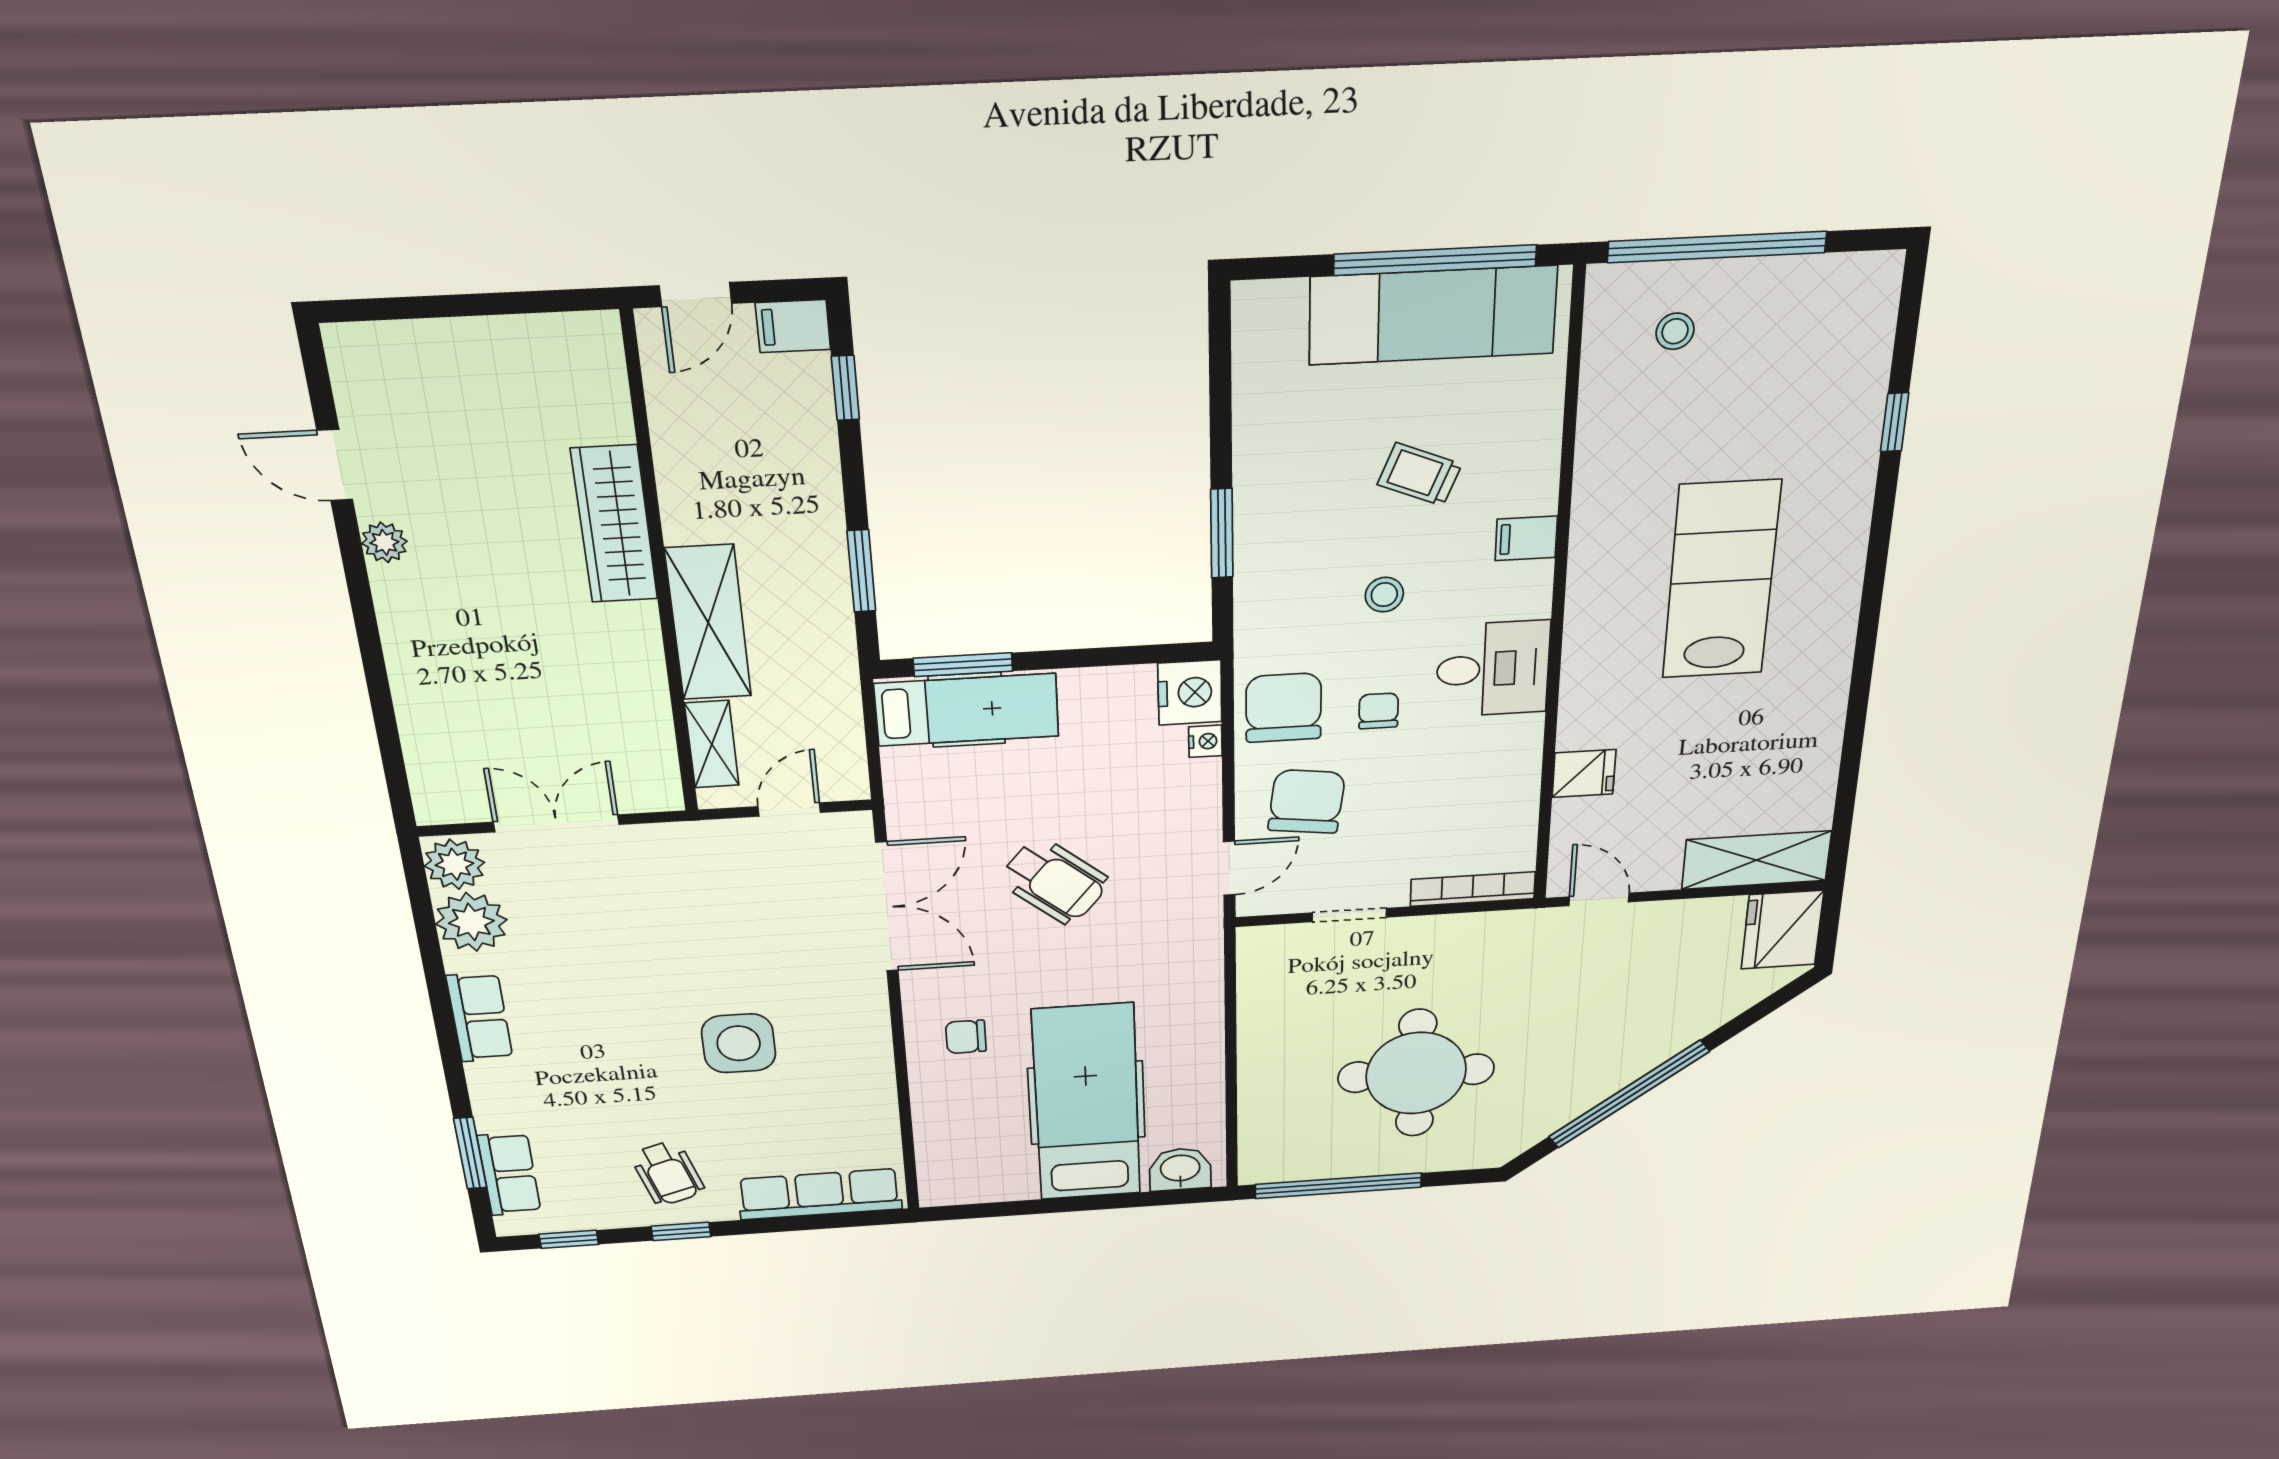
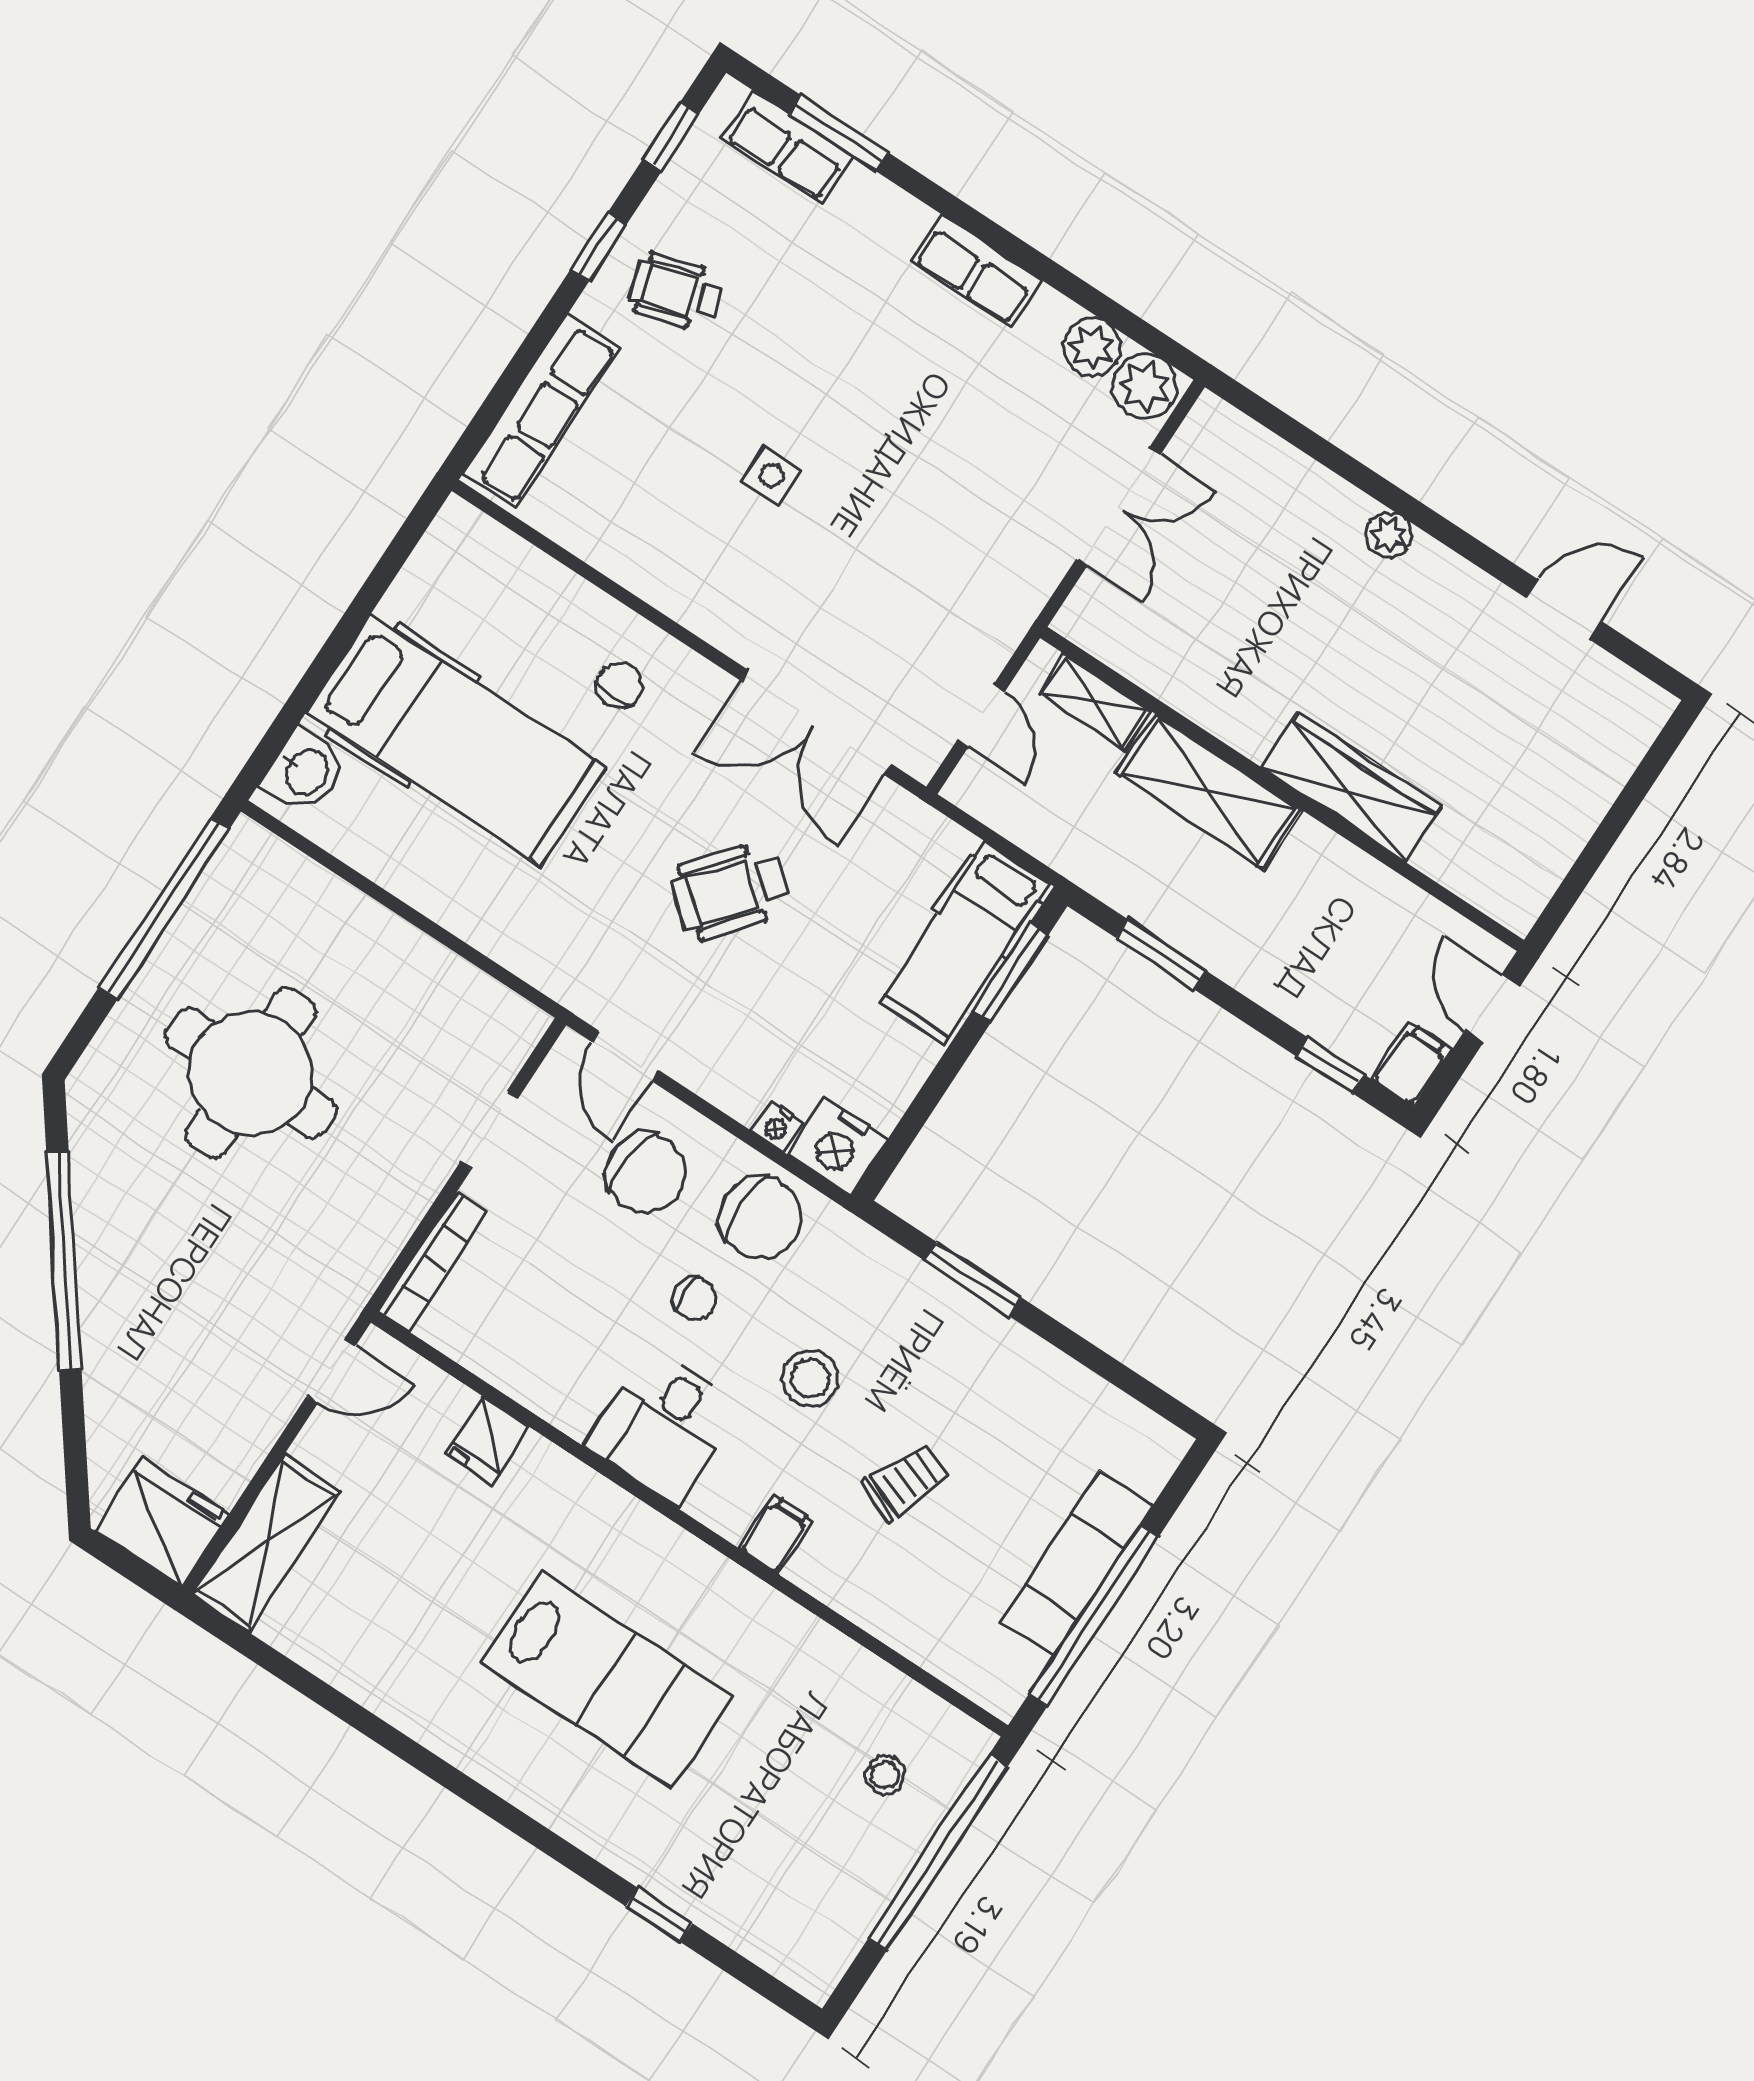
exam couch: (1433, 315) -> (1076, 1564), width x0.73, depth x0.69
plant: (384, 542) -> (1389, 535), moved
stool: (1384, 595) -> (811, 1378), width x1.37, depth x1.37
plant: (471, 922) -> (1092, 347), width x0.73, depth x0.73
side table: (739, 1043) -> (771, 475), width x0.54, depth x0.54

